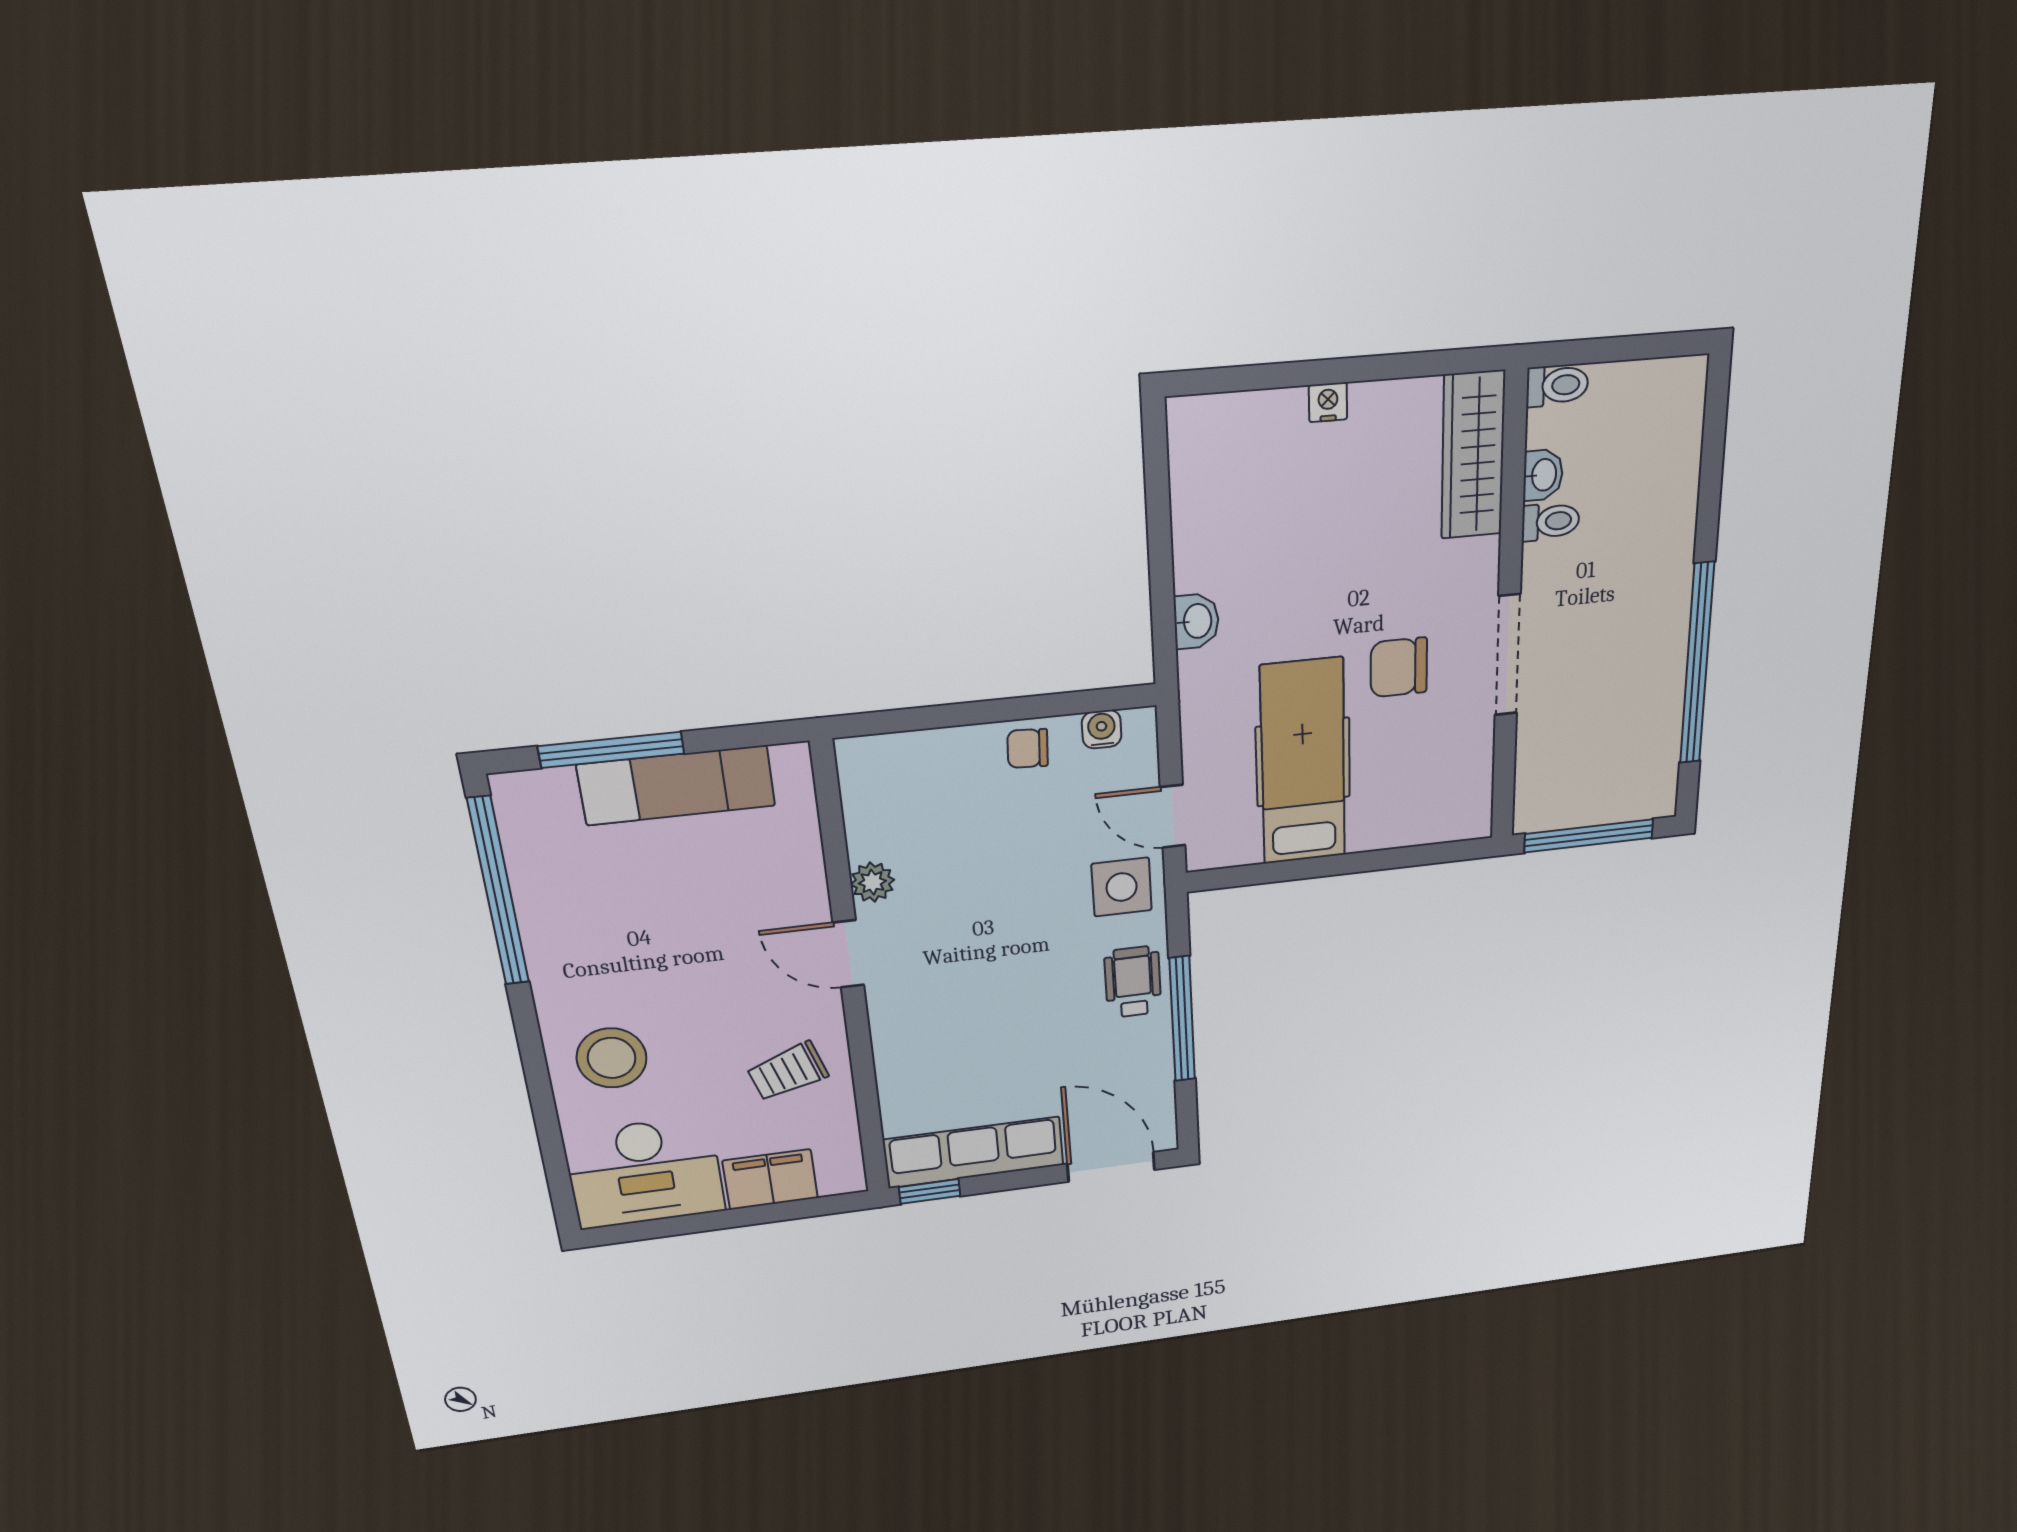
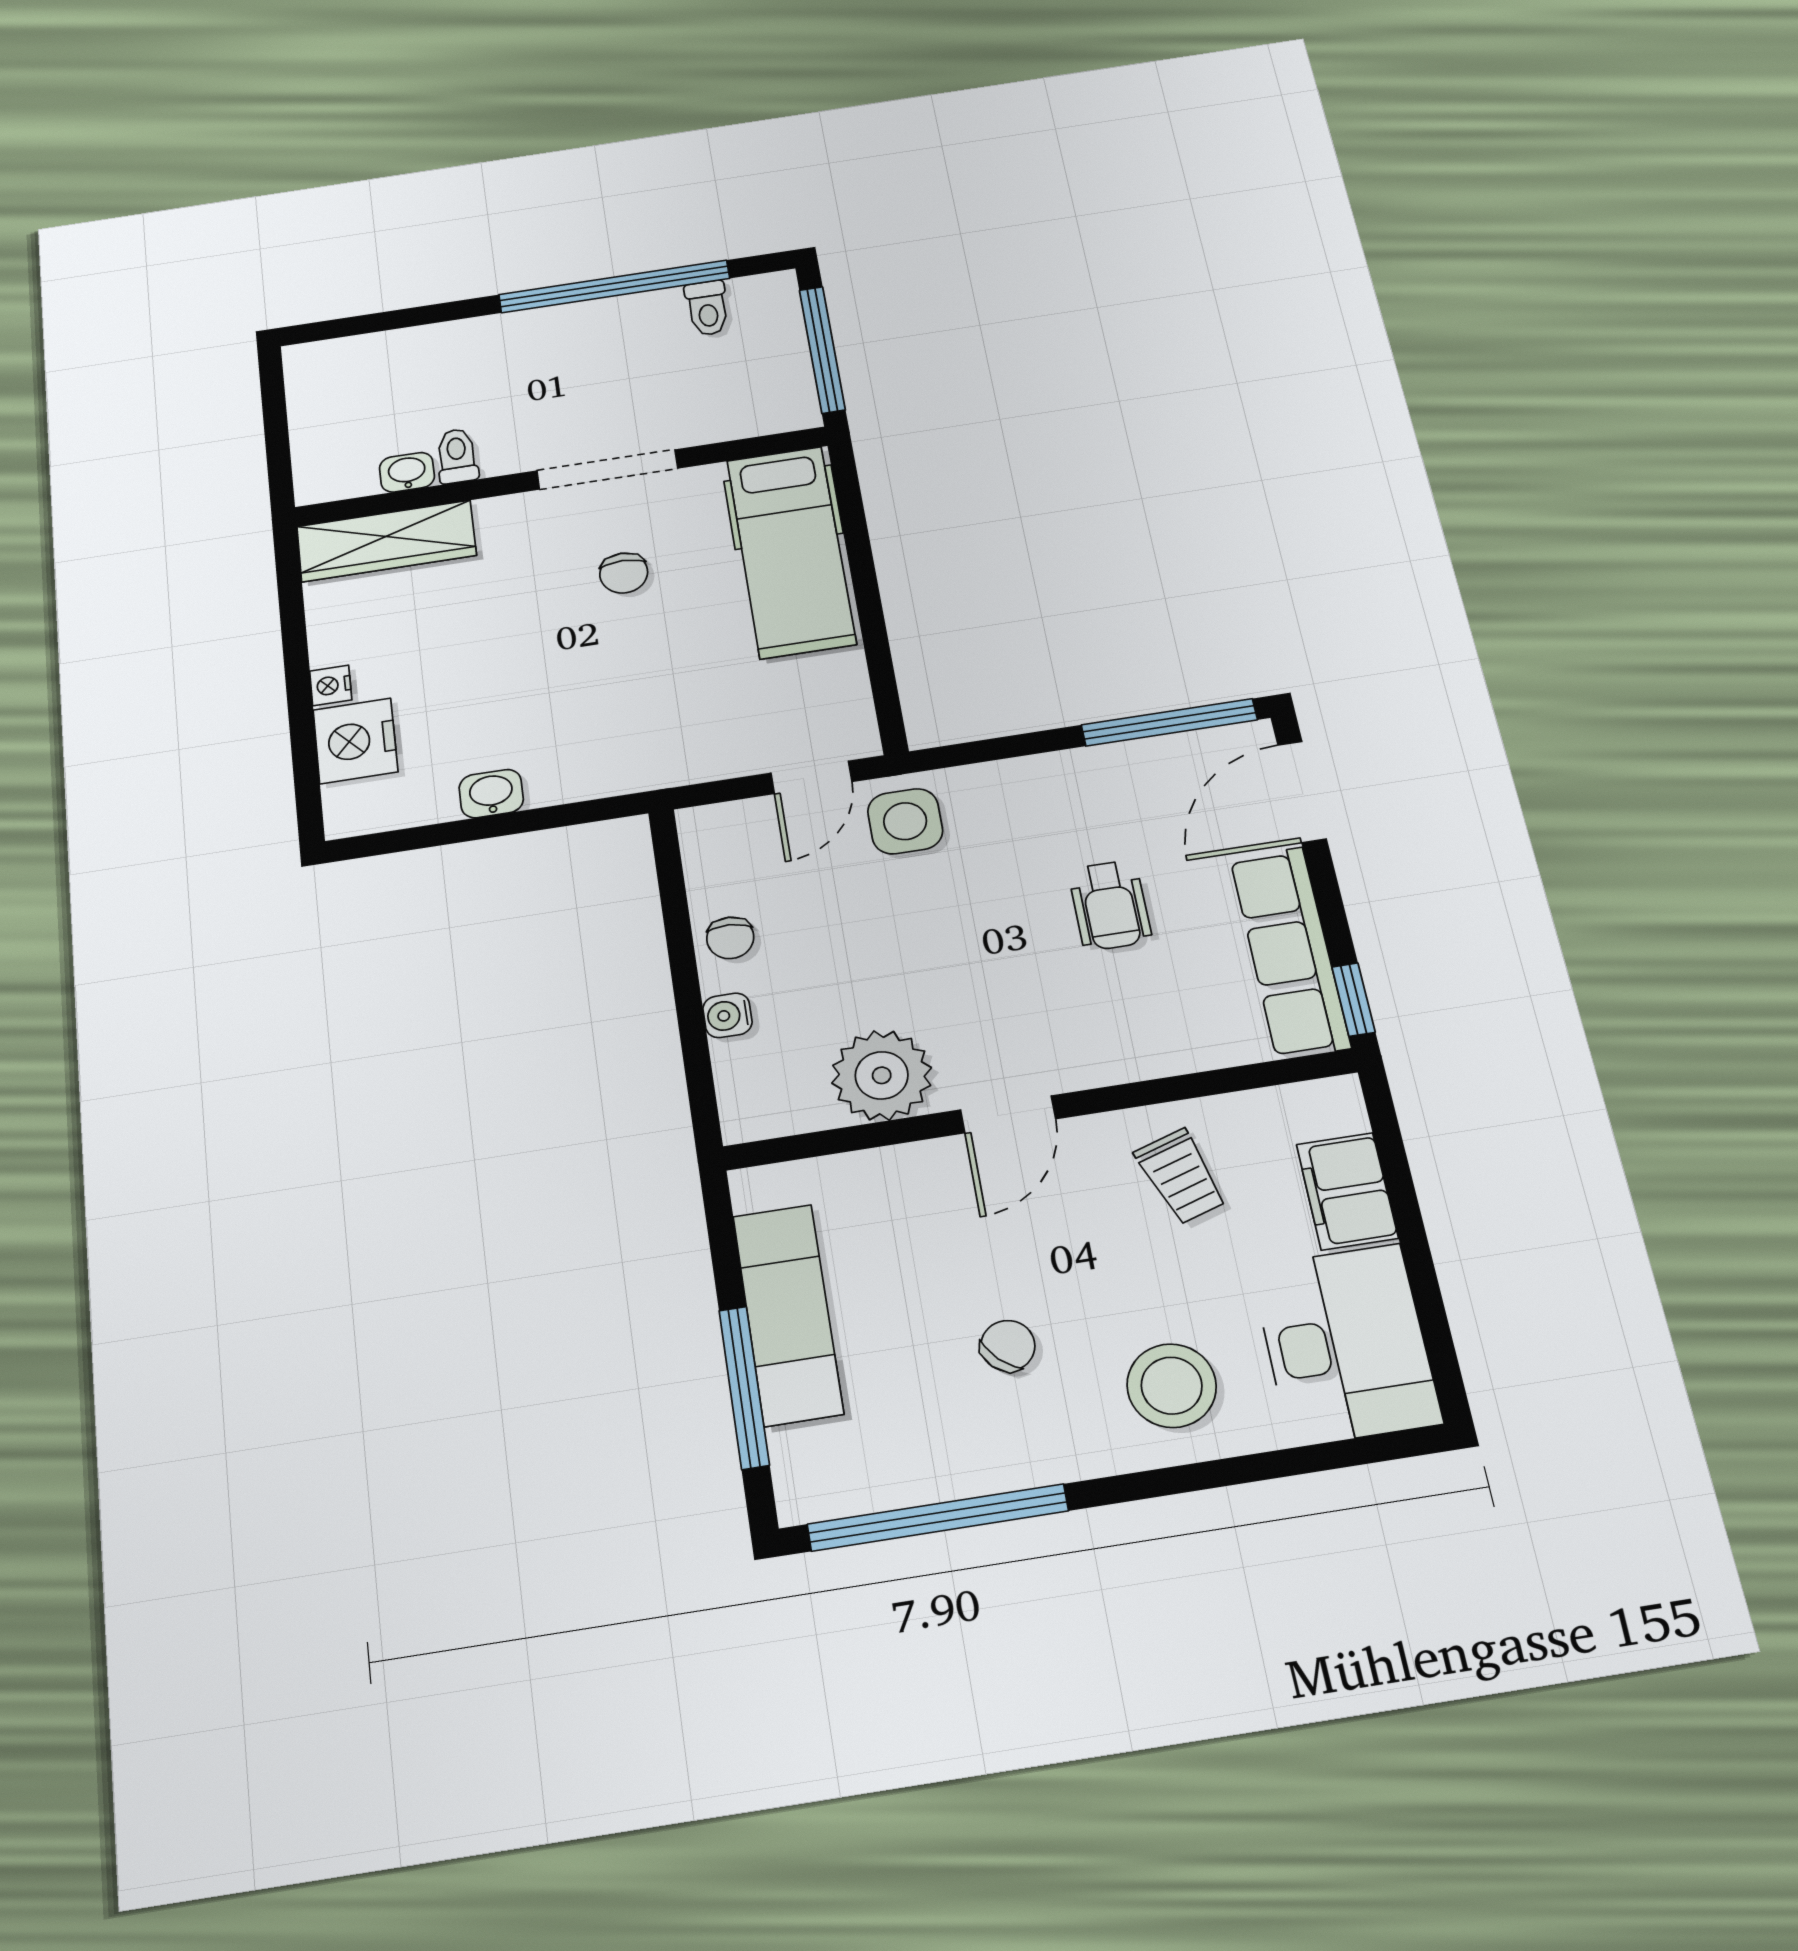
toilet: (1557, 385) -> (707, 308), moved, turned 180
nightstand: (1266, 426) -> (355, 741), added
washbasin: (1196, 621) -> (491, 794), moved
chair: (1399, 667) -> (624, 573), width x0.73, depth x0.73
water cooler: (1102, 729) -> (727, 1015), moved
hospital bed: (1303, 762) -> (791, 551), moved, turned -90
plant: (872, 882) -> (882, 1075), width x1.88, depth x1.88
chair: (646, 947) -> (1008, 1346), added
wheelchair: (1133, 982) -> (1110, 905), moved, turned -90
window: (1182, 1019) -> (1169, 722), moved

